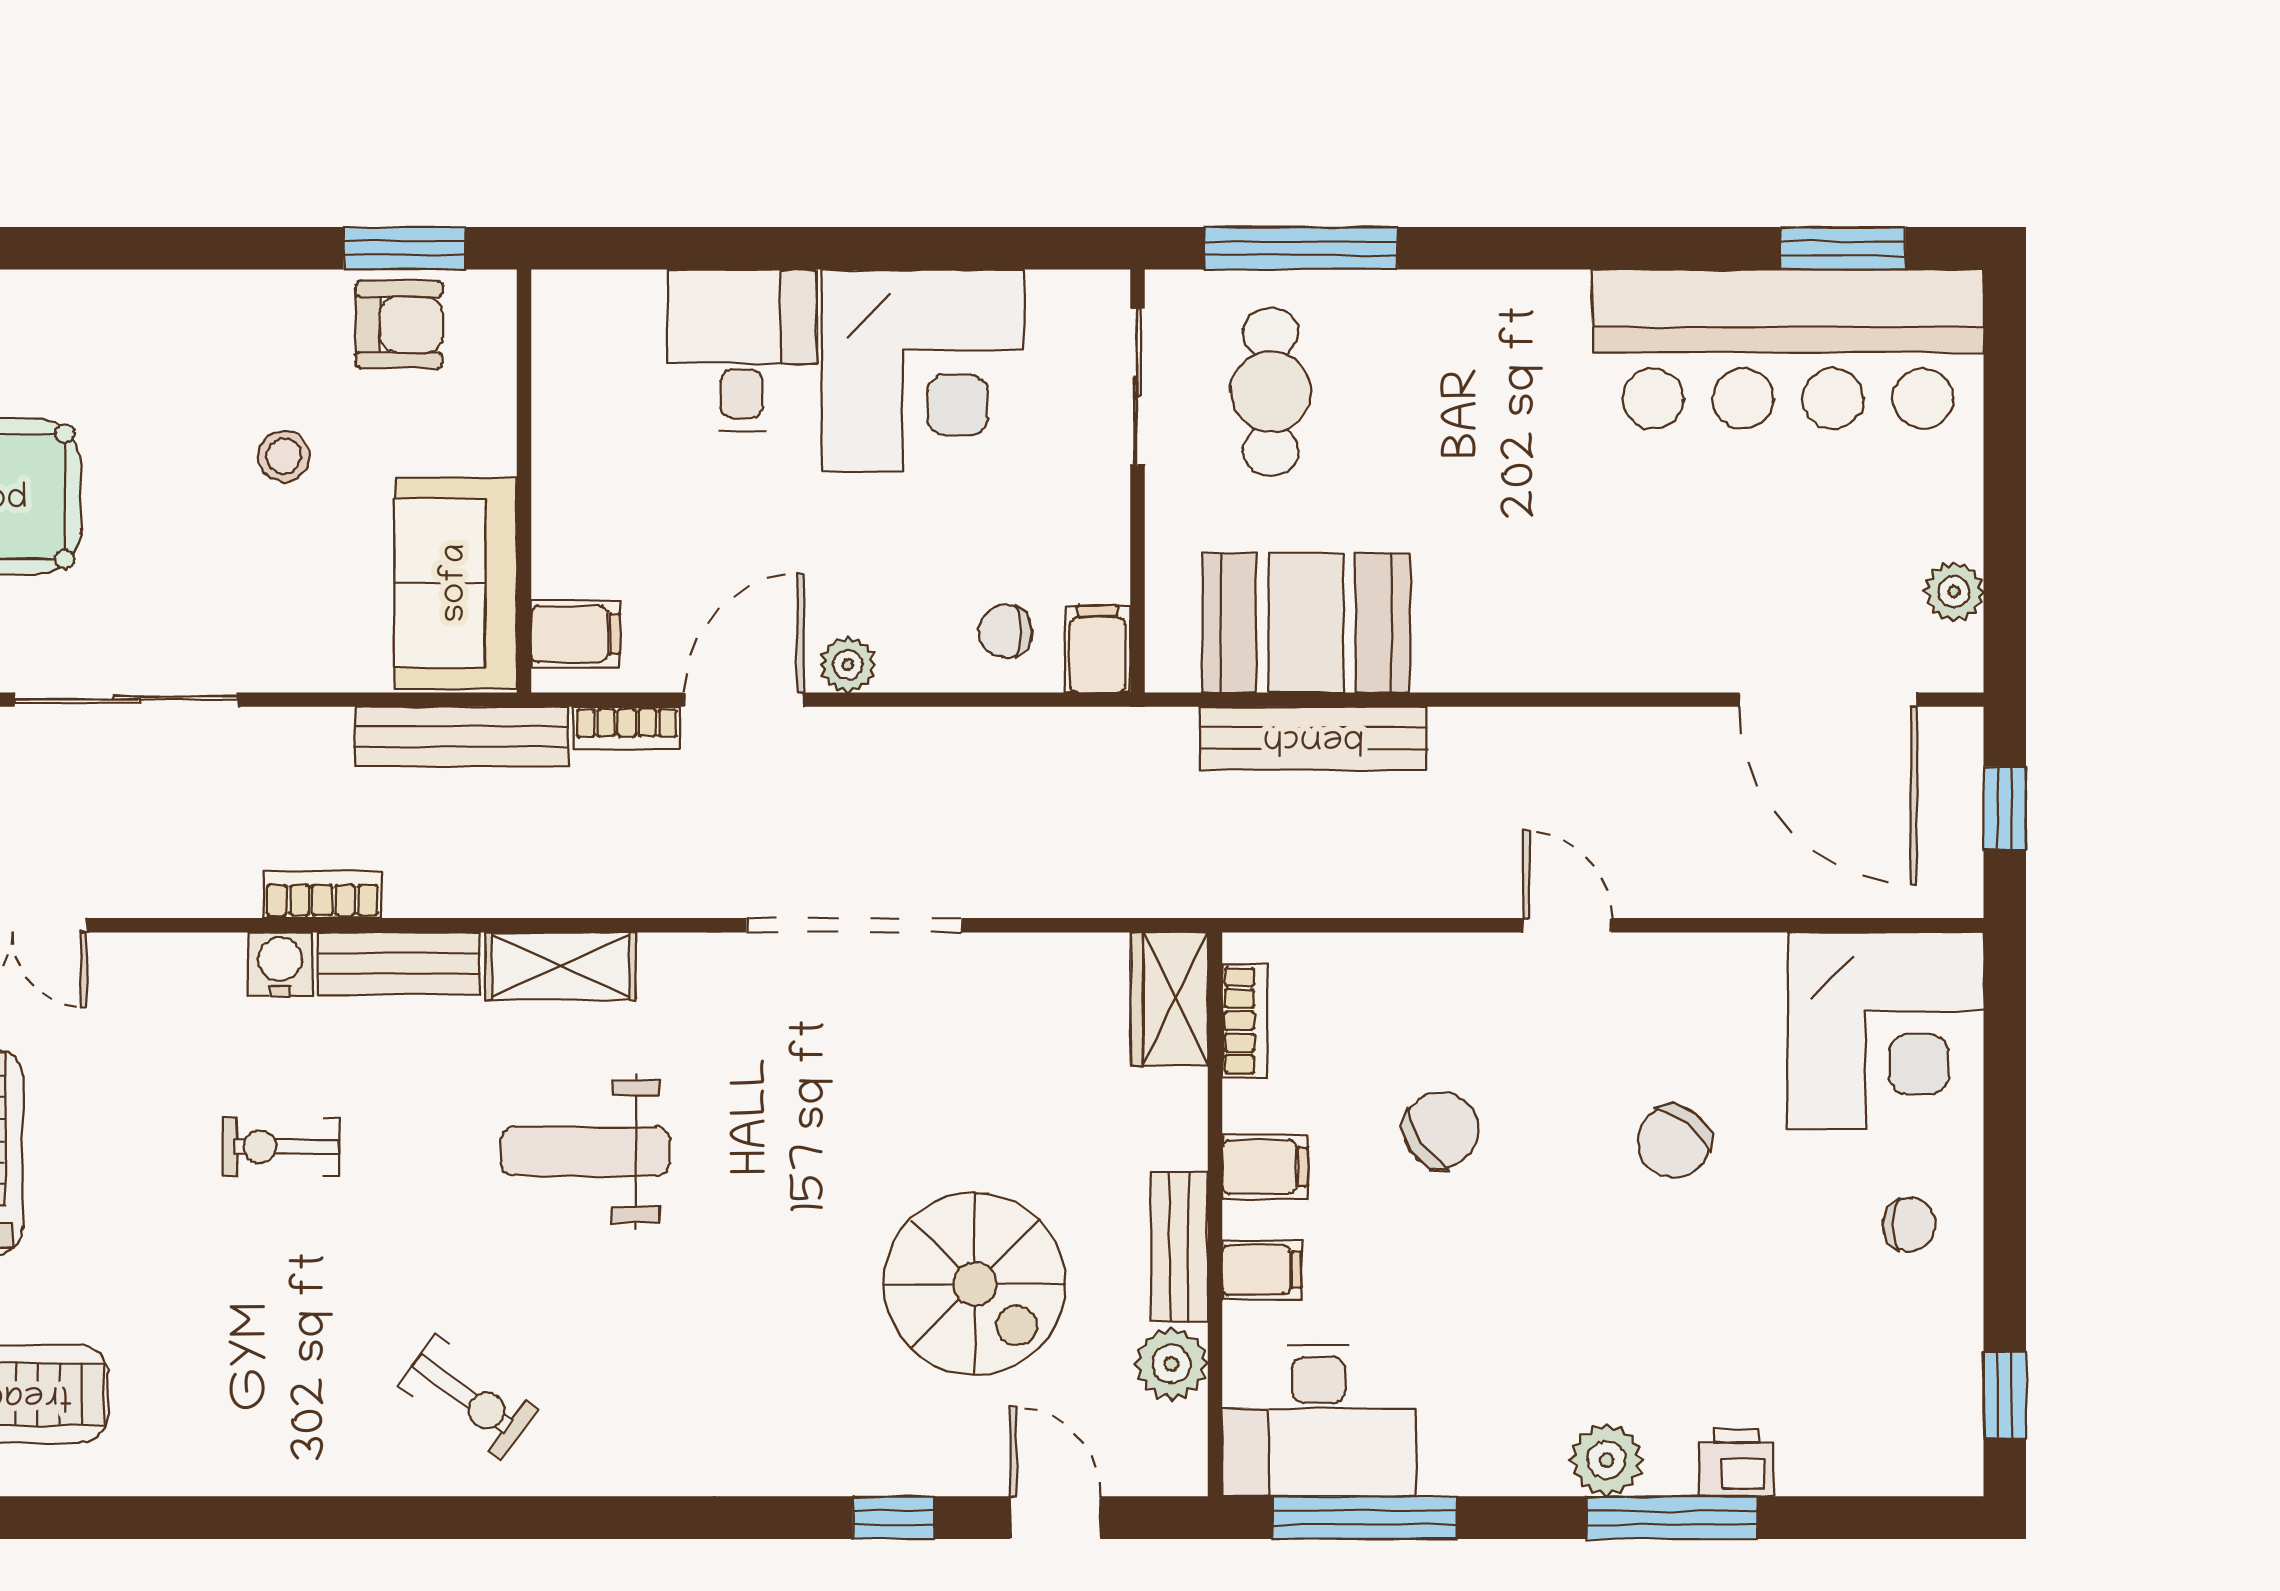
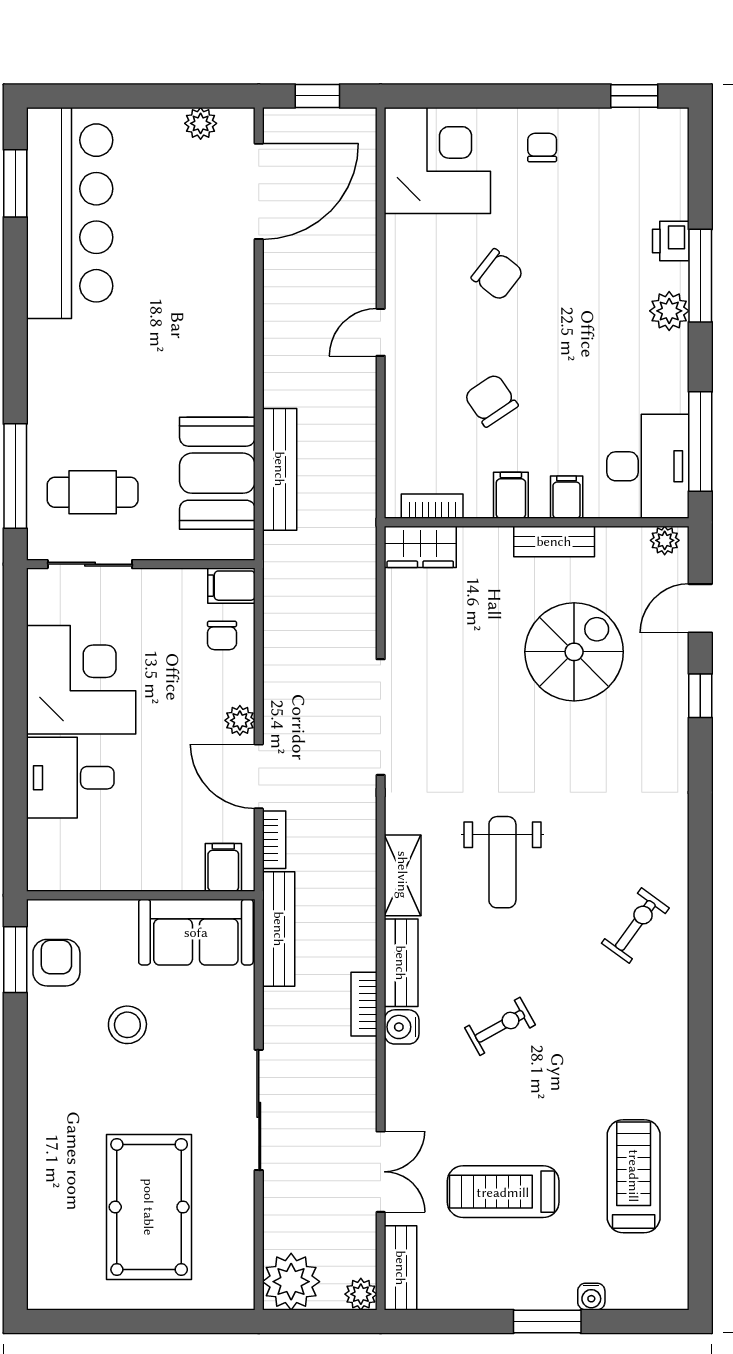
stool: (284, 456) -> (127, 1025), width x1.37, depth x1.37
exercise bike: (281, 1147) -> (500, 1026), turned -119
plant: (1171, 1364) -> (665, 540), moved, width x0.73, depth x0.73

